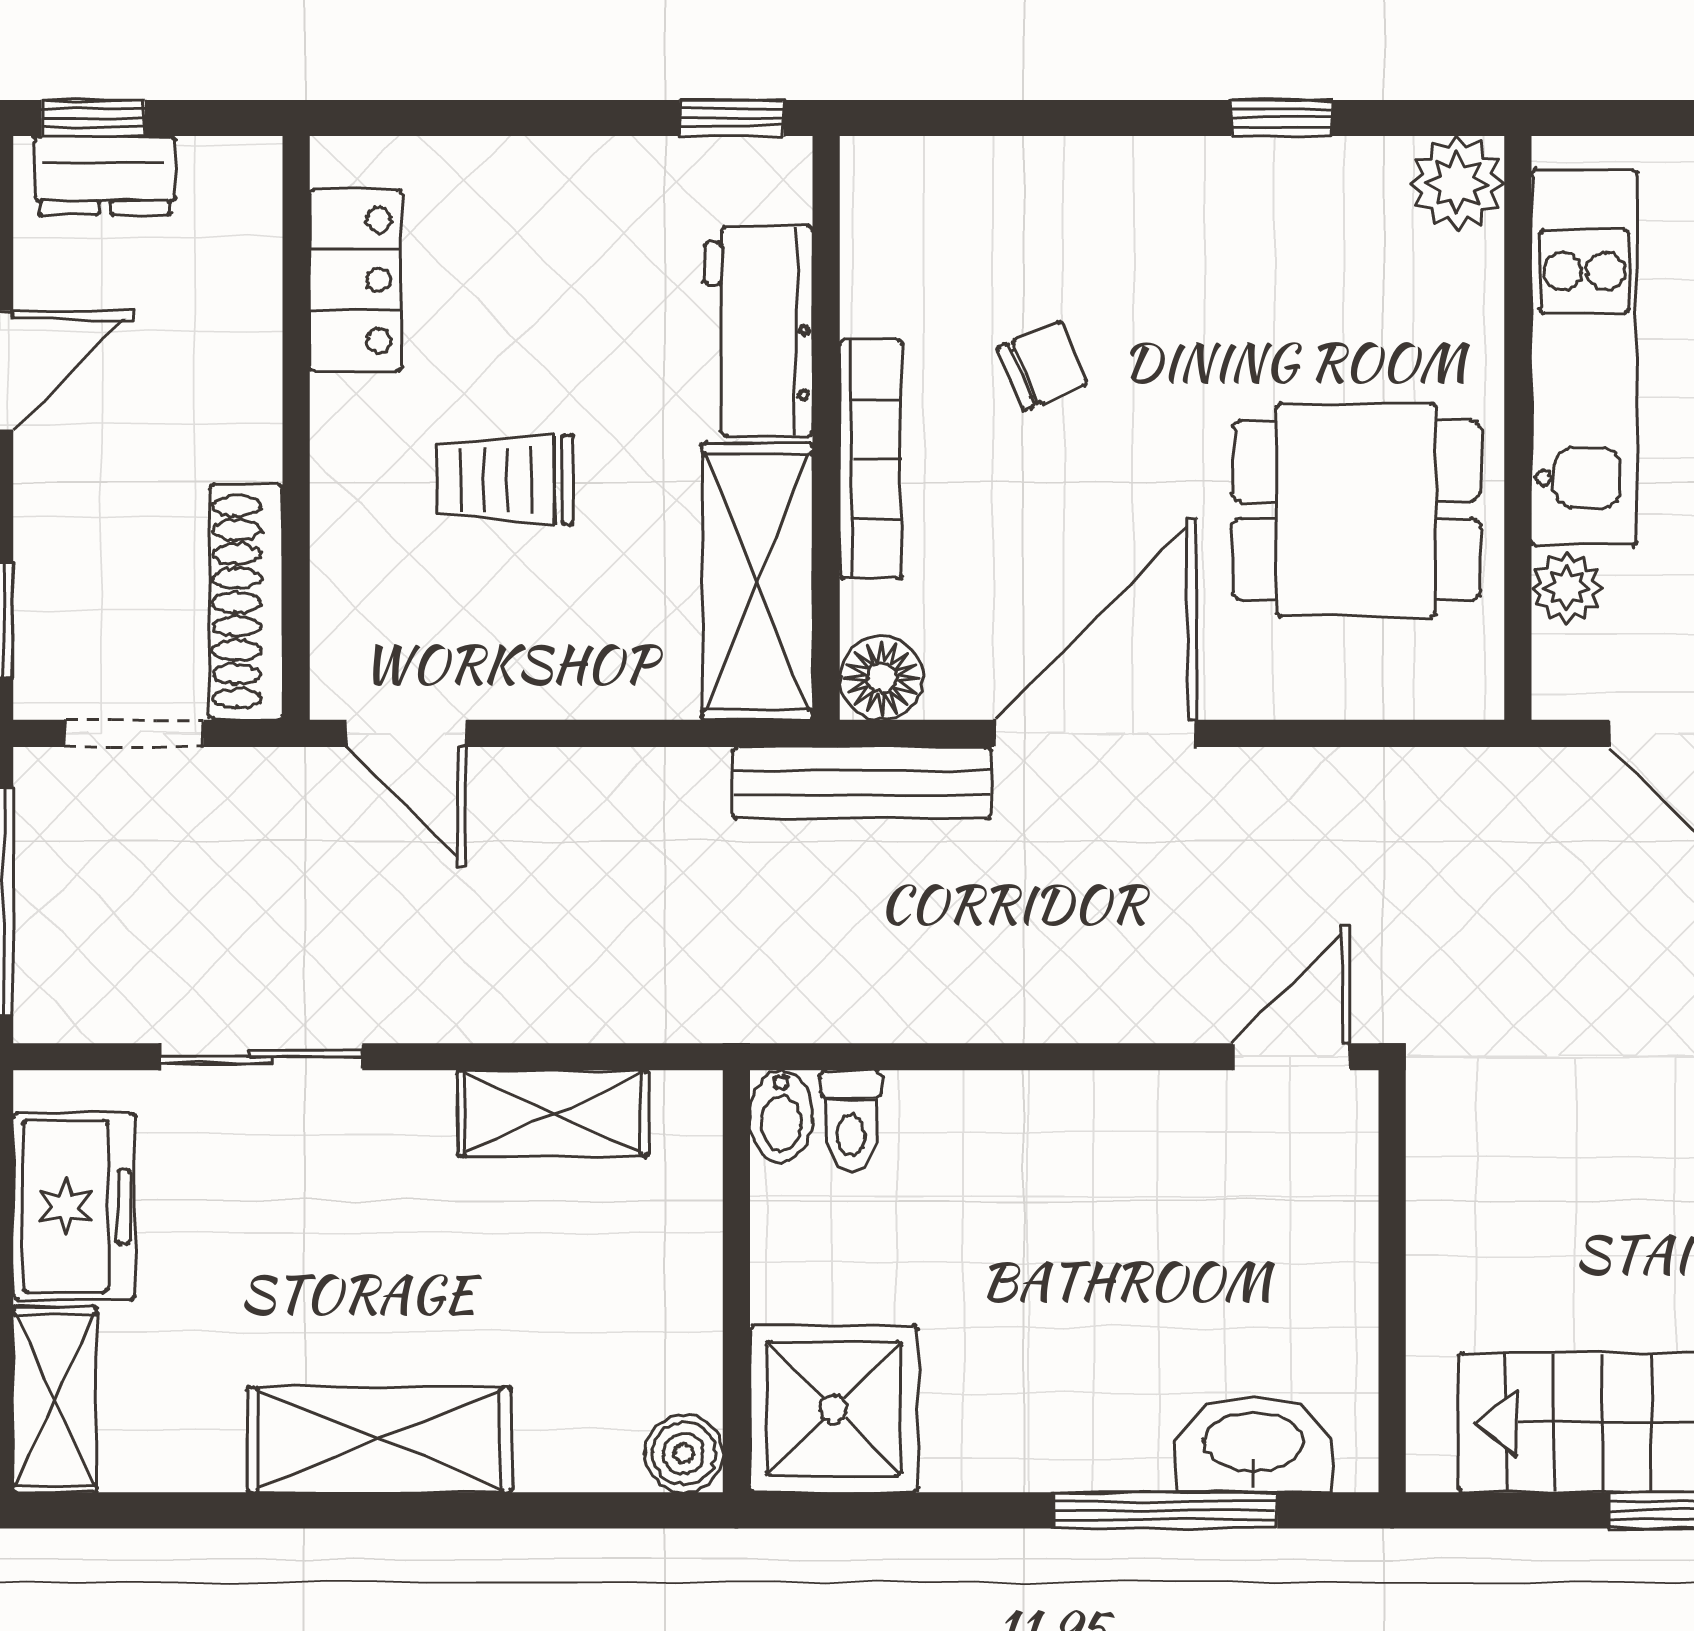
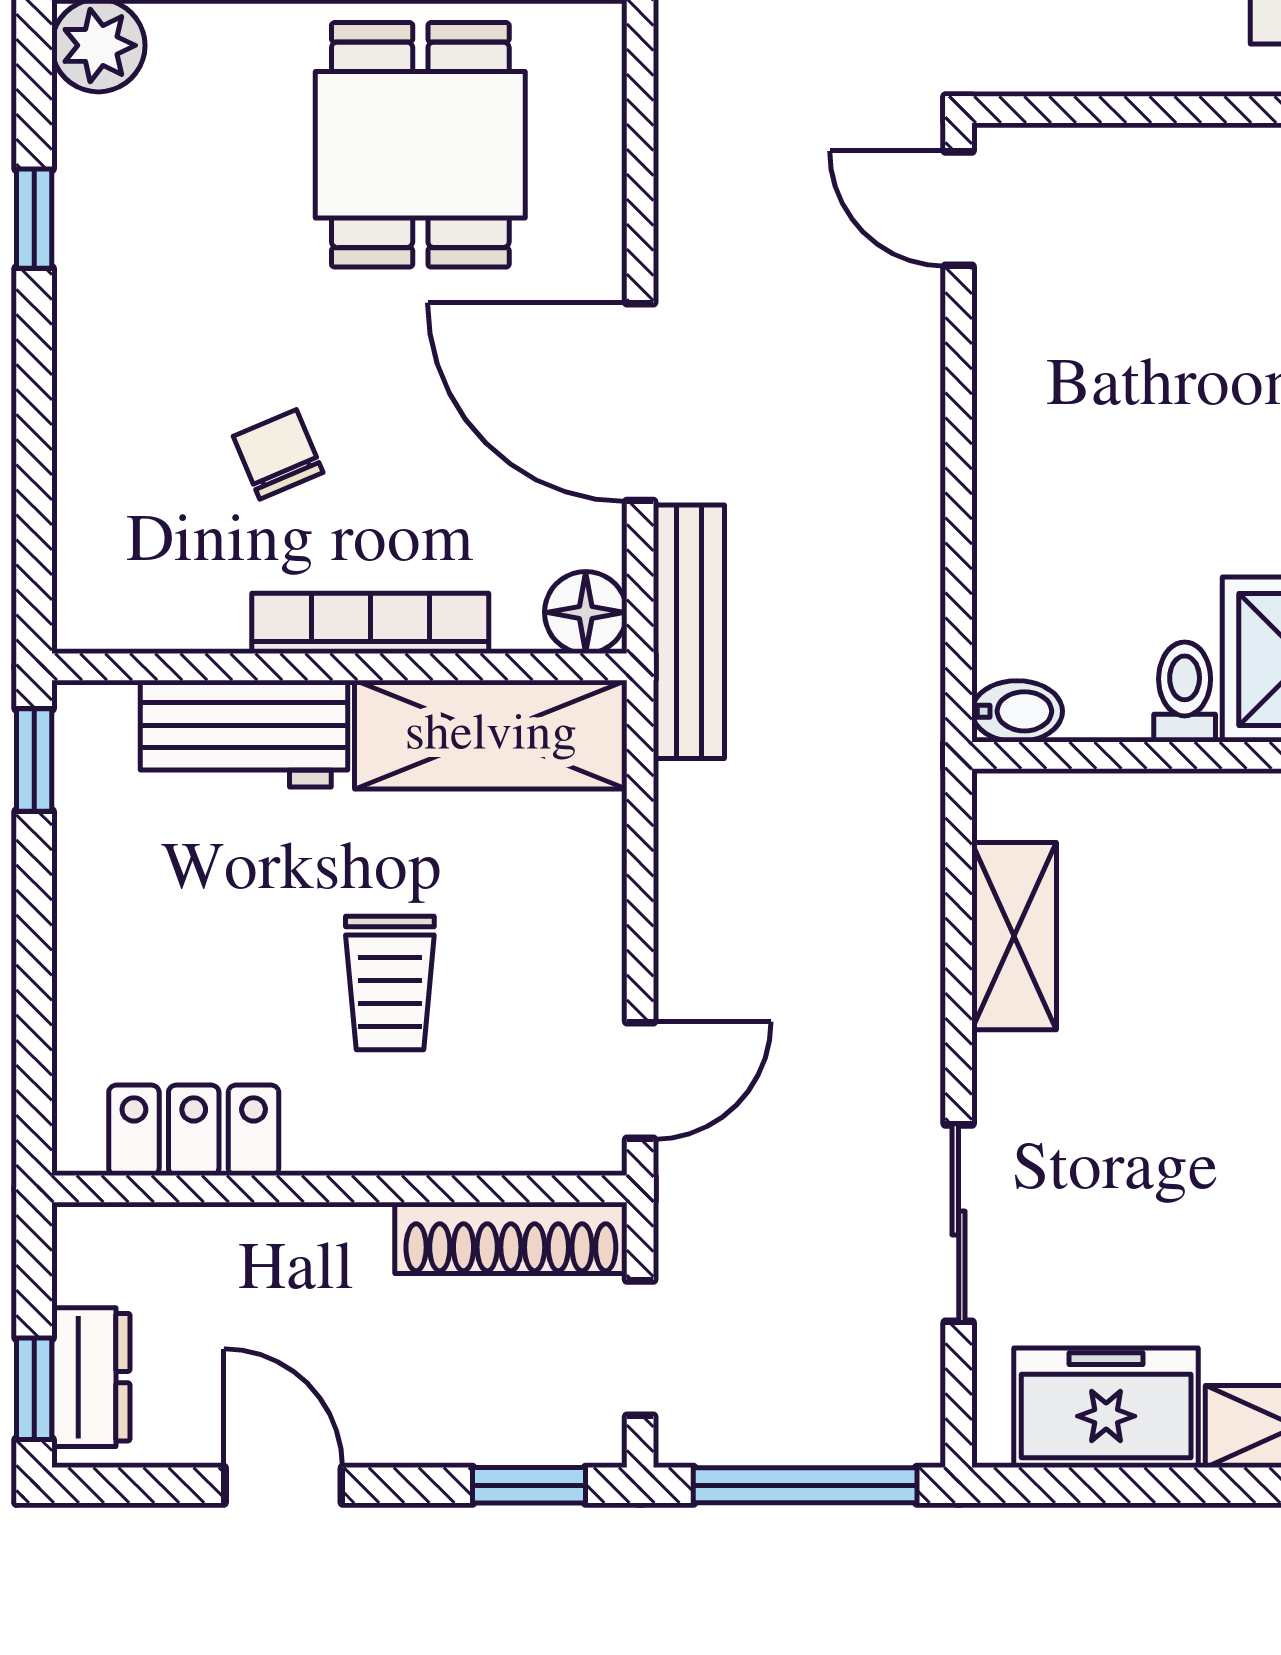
toilet: (851, 1121) -> (1185, 692), moved, turned -90

